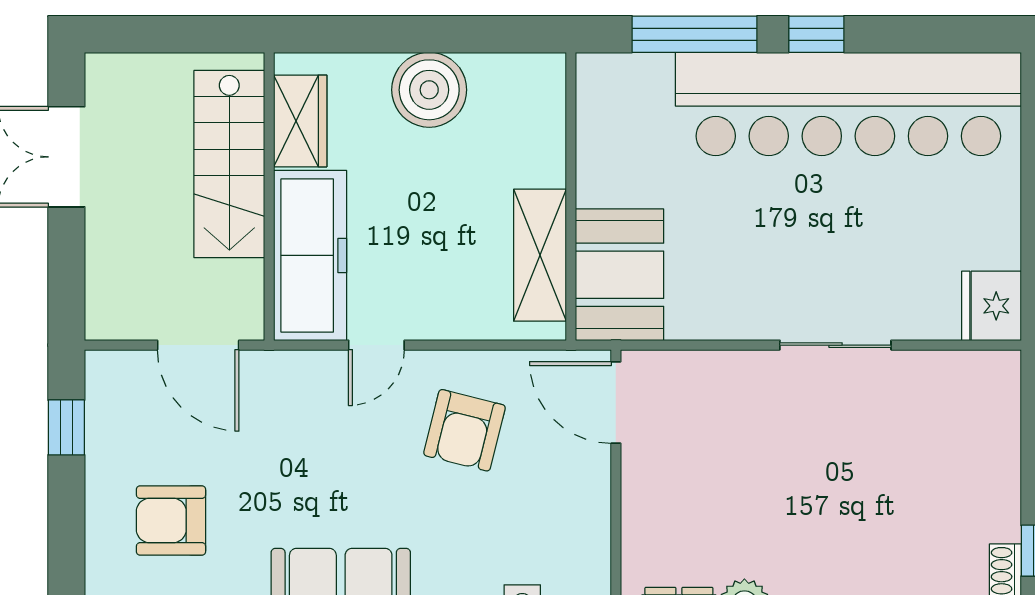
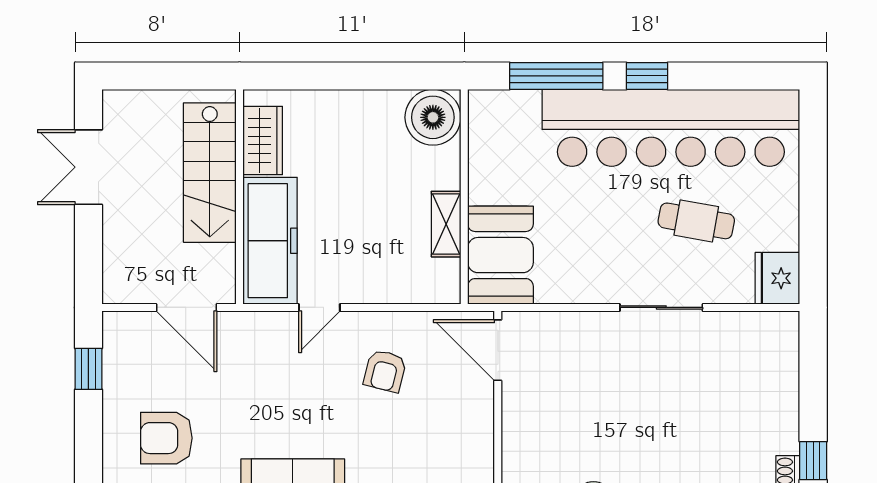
boiler: (429, 90) -> (433, 117), moved
cafe table: (882, 229) -> (696, 221), added
shelving: (540, 255) -> (446, 224), width x0.67, depth x0.75
armchair: (465, 430) -> (385, 371), width x0.72, depth x0.72

